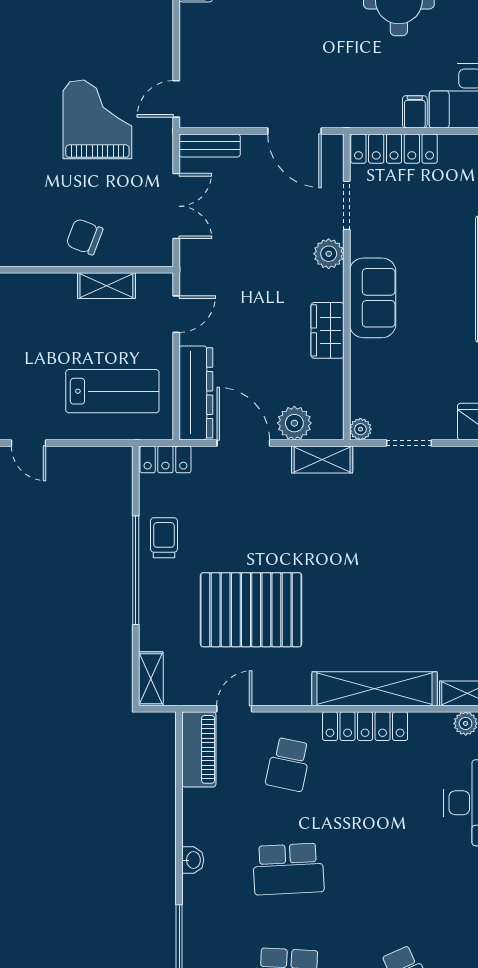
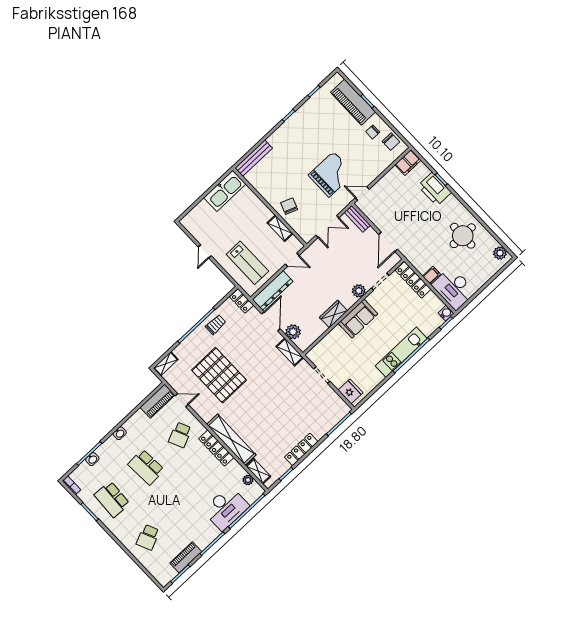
plant: (360, 429) -> (311, 355), removed
school desk: (288, 764) -> (180, 435), turned -36
washbasin: (193, 944) -> (92, 459), added

